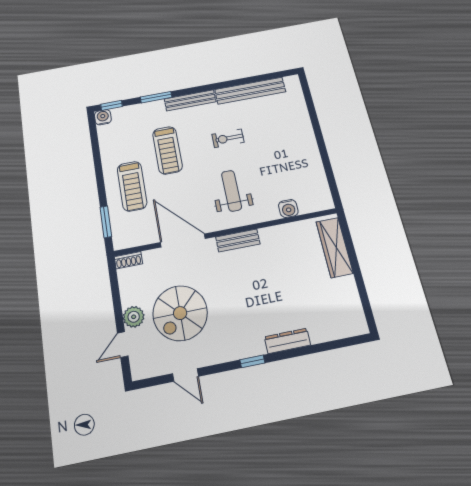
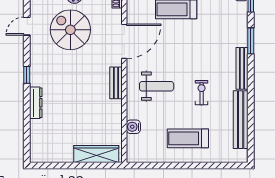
treadmill: (167, 150) -> (188, 138), moved

